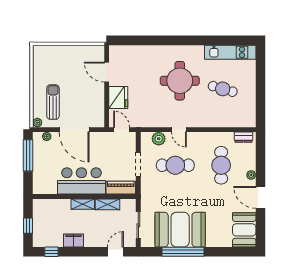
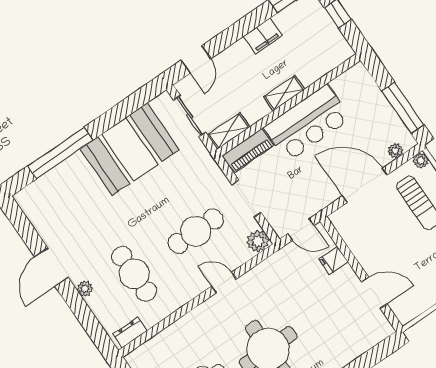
fridge: (118, 97) -> (334, 260), width x0.53, depth x0.75
plant: (159, 139) -> (258, 241), moved
door: (260, 197) -> (51, 267), swing flipped
shelving: (107, 204) -> (229, 131), moved
booth: (244, 230) -> (43, 208), removed
window: (183, 252) -> (60, 153), moved

